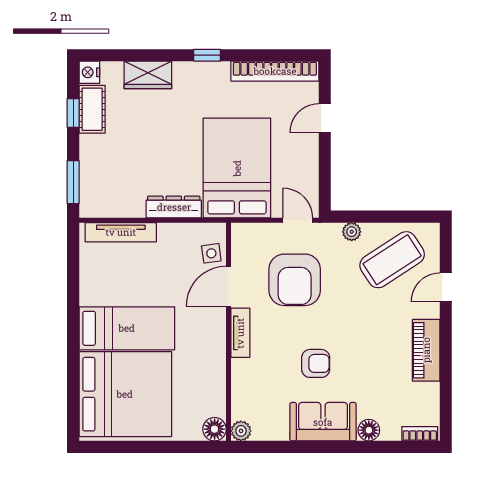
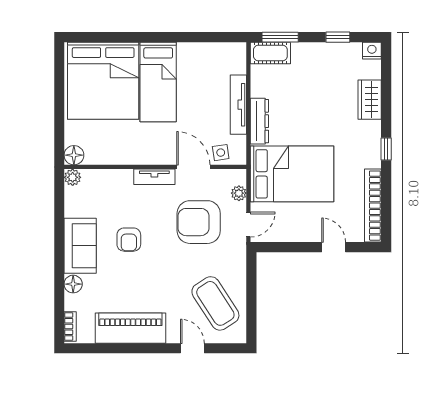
cot: (92, 109) -> (270, 53), moved
tv unit: (121, 232) -> (238, 105), moved
plant: (352, 232) -> (239, 193), moved
piano: (426, 350) -> (130, 328), width x1.37, depth x1.33

